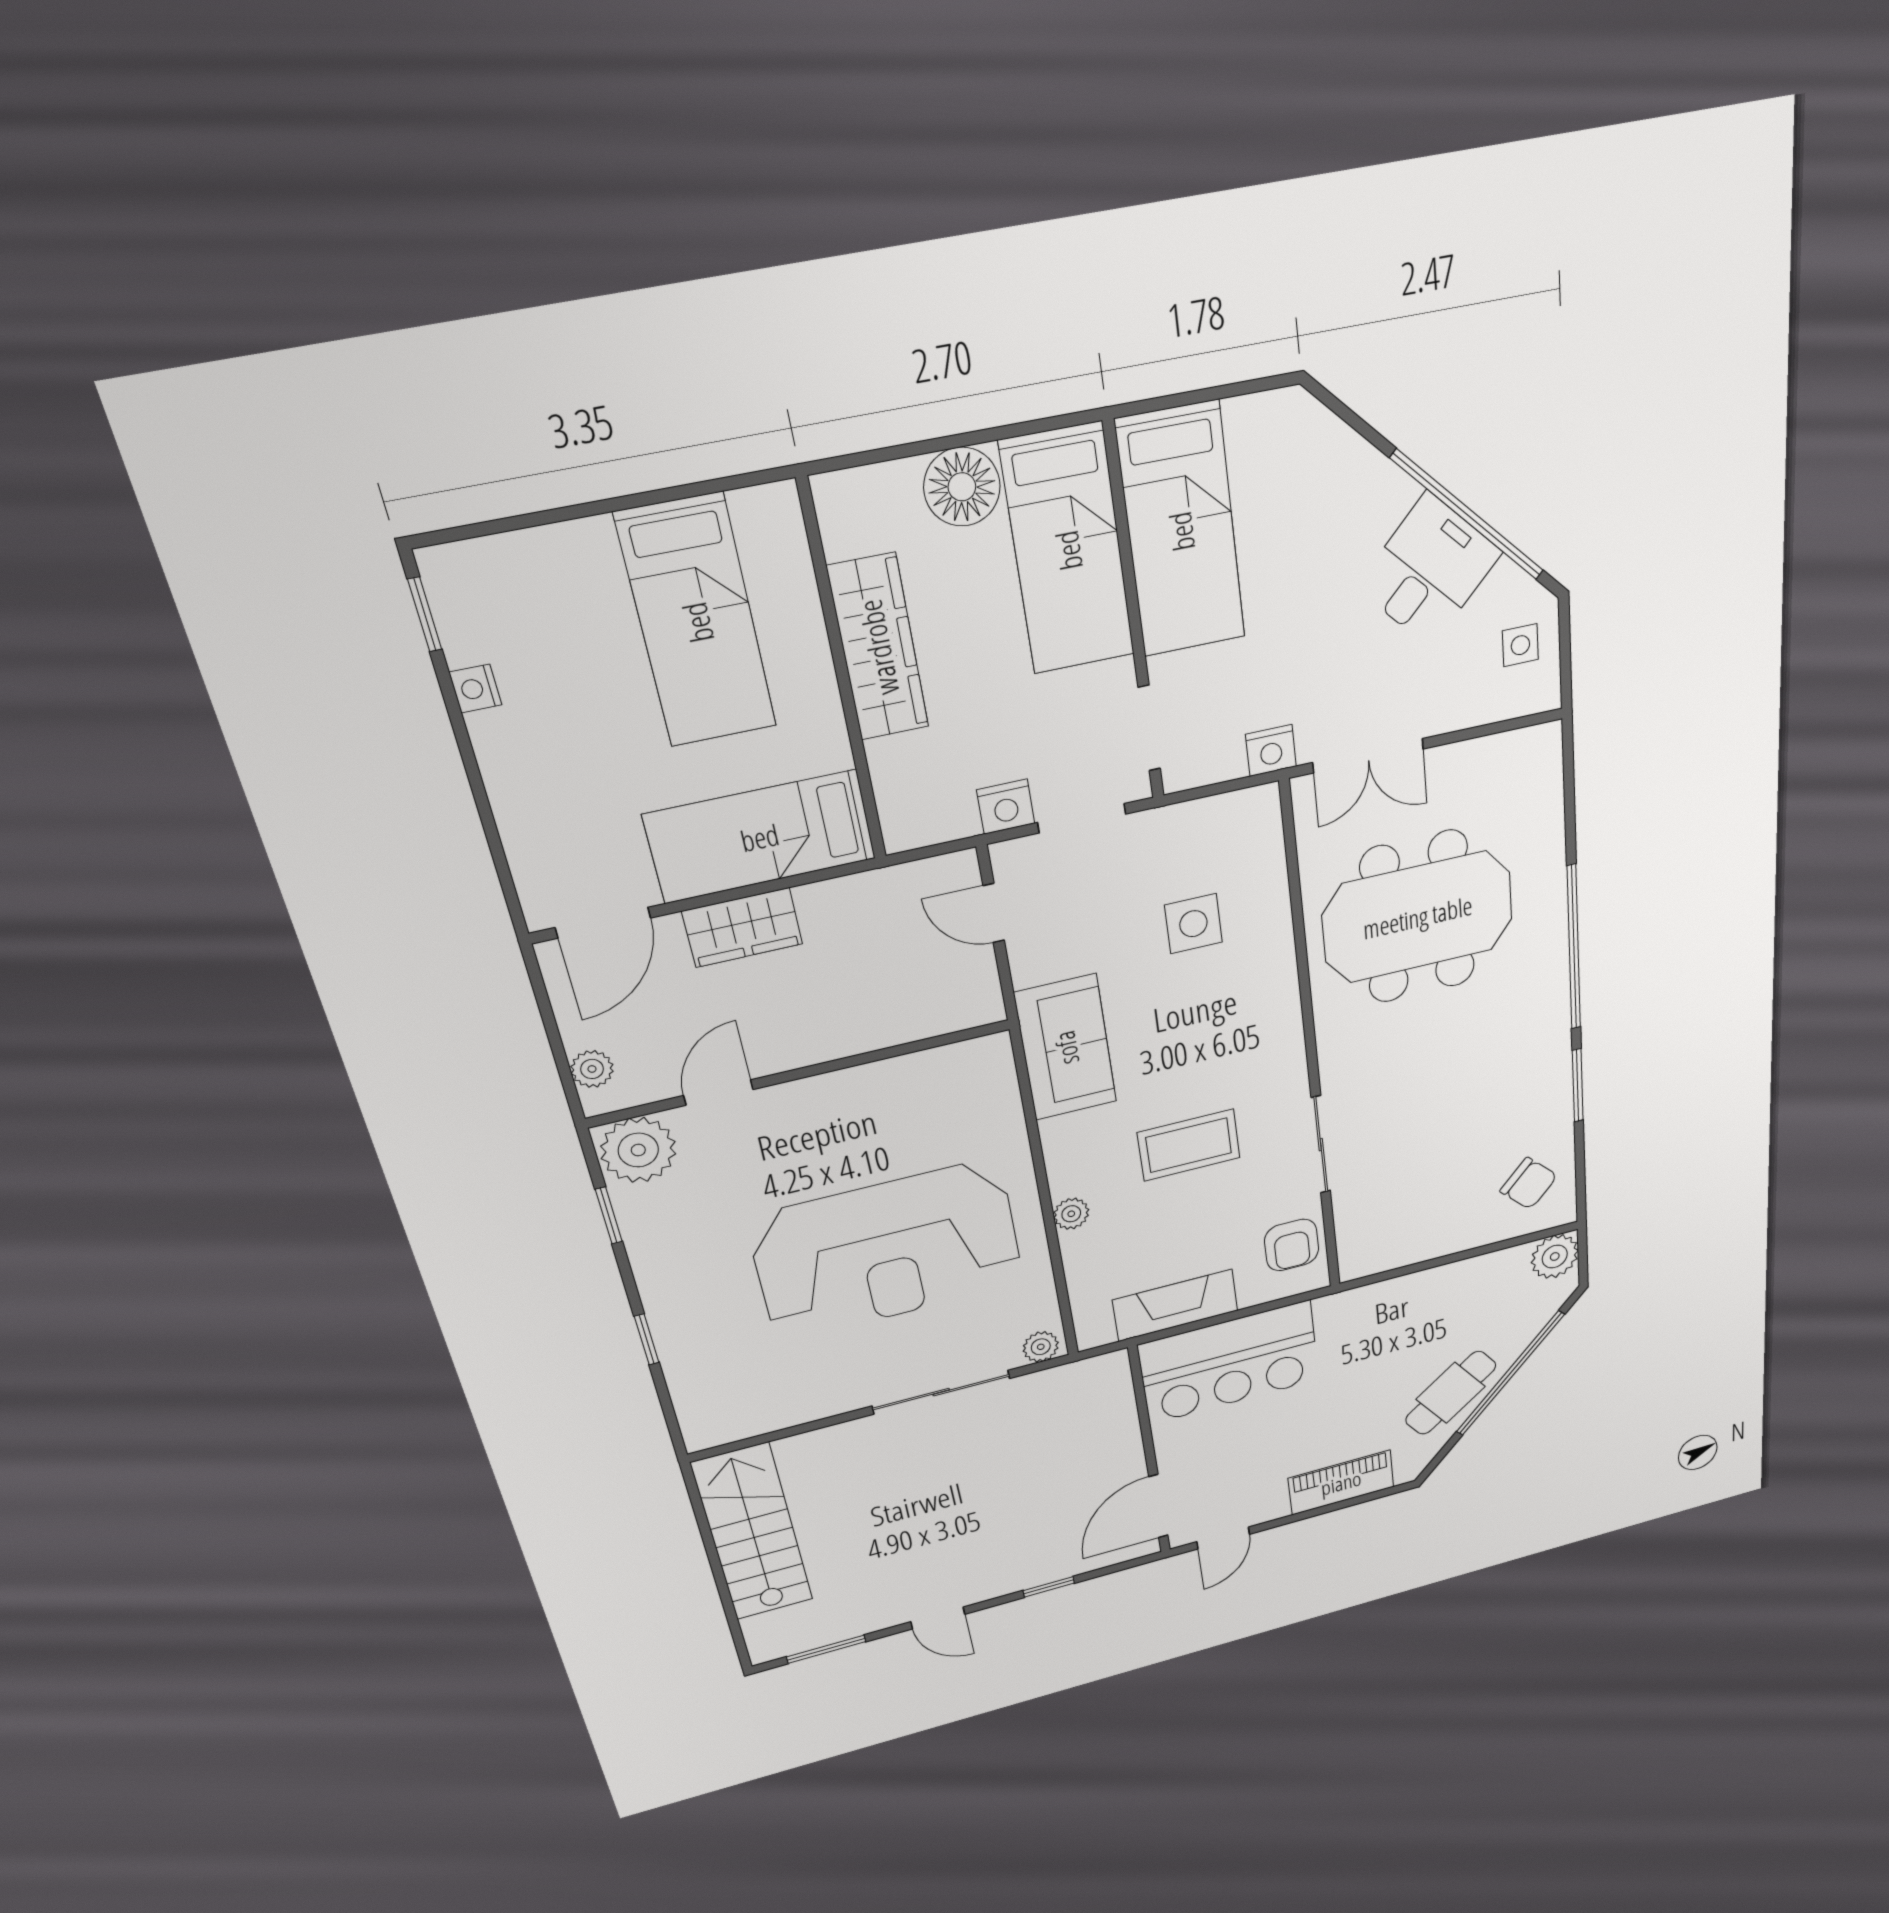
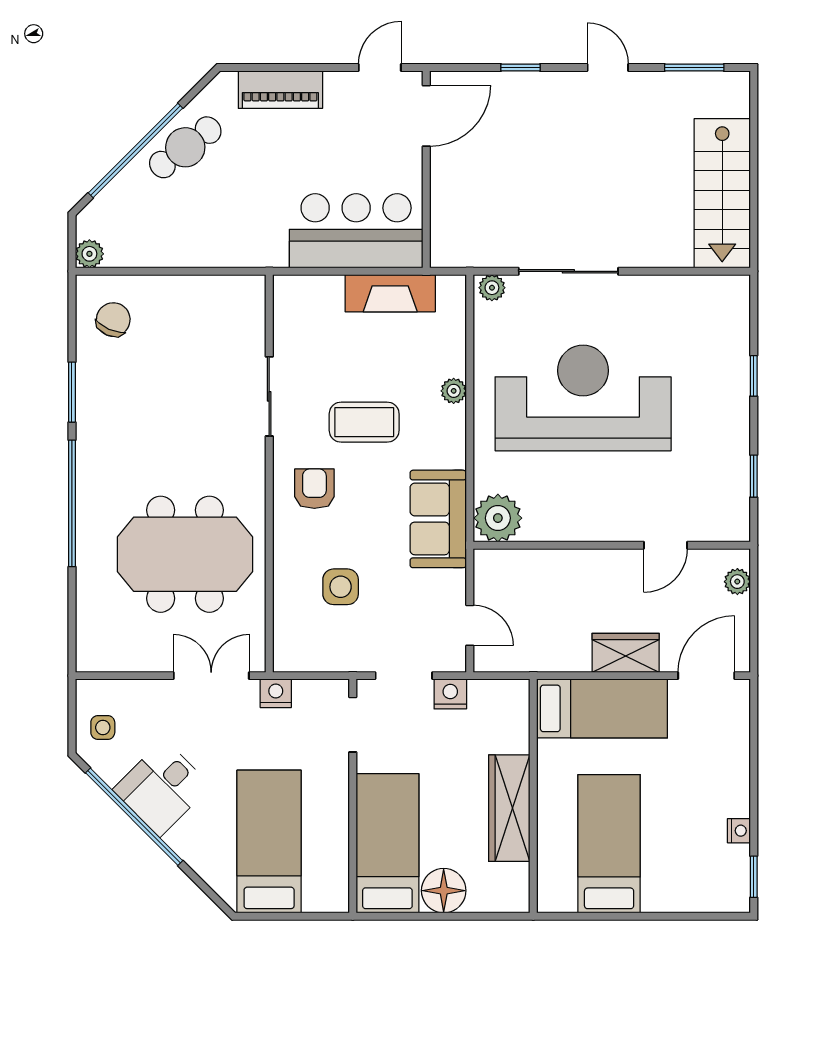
bed: (1181, 531) -> (269, 842), moved
plant: (638, 1150) -> (498, 518), moved
chair: (1529, 1183) -> (113, 320), turned 70
armchair: (1292, 1245) -> (314, 489), moved
plant: (1555, 1257) -> (89, 254), width x0.73, depth x0.73

